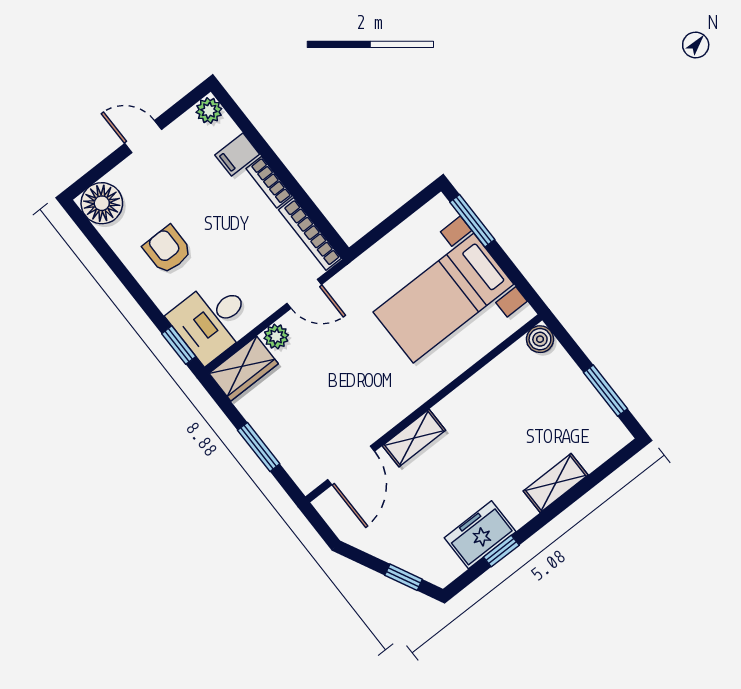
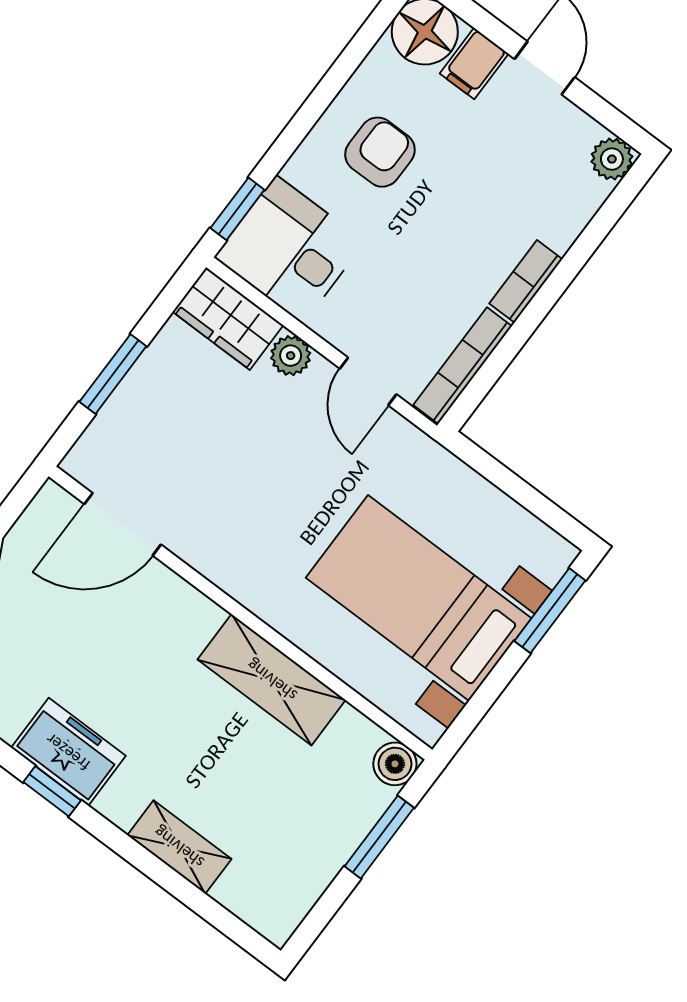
filing cabinet: (237, 155) -> (474, 64), moved, turned -90
window: (605, 391) -> (379, 837), moved
shelving: (414, 438) -> (272, 680), moved, width x1.50, depth x1.33

